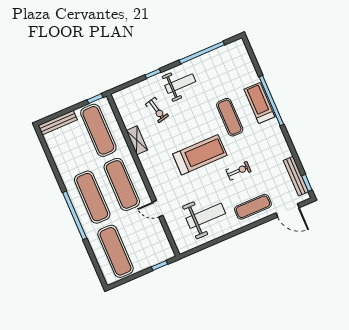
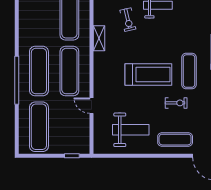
exercise mat: (230, 117) -> (189, 71), moved

